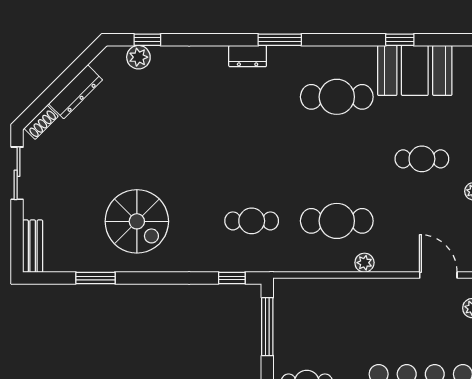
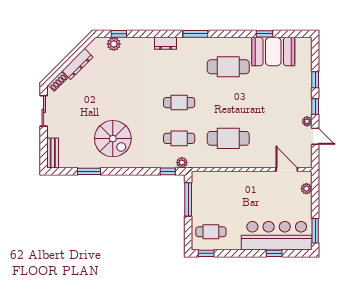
dresser: (248, 56) -> (166, 43), moved
cafe table: (422, 159) -> (179, 103), moved
plant: (364, 263) -> (182, 163), moved

